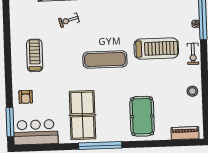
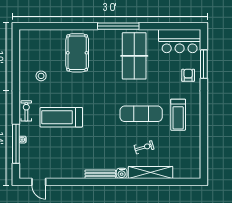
exercise mat: (105, 59) -> (141, 114), moved
stool: (192, 91) -> (41, 76), moved
window: (10, 122) -> (204, 64), moved
piano: (185, 133) -> (37, 35), removed

